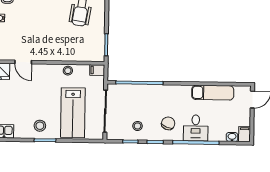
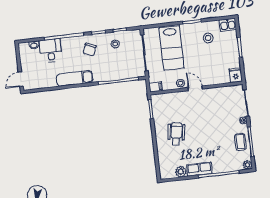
door: (23, 62) -> (195, 88), moved
exam couch: (213, 93) -> (75, 78), moved
lab bench: (73, 113) -> (172, 48), turned 180
stool: (40, 126) -> (208, 38), moved
desk: (196, 128) -> (51, 51), moved
filing cabinet: (245, 134) -> (24, 49), removed

